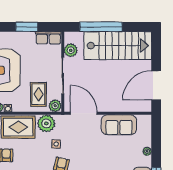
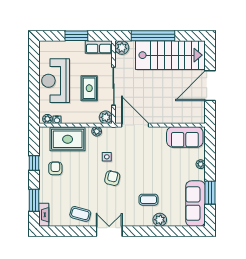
plant: (71, 50) -> (122, 48), moved
door: (156, 85) -> (210, 86), moved
rug: (38, 94) -> (89, 88), moved
plant: (46, 123) -> (97, 131), width x0.53, depth x0.53
sofa: (119, 125) -> (185, 137), moved

